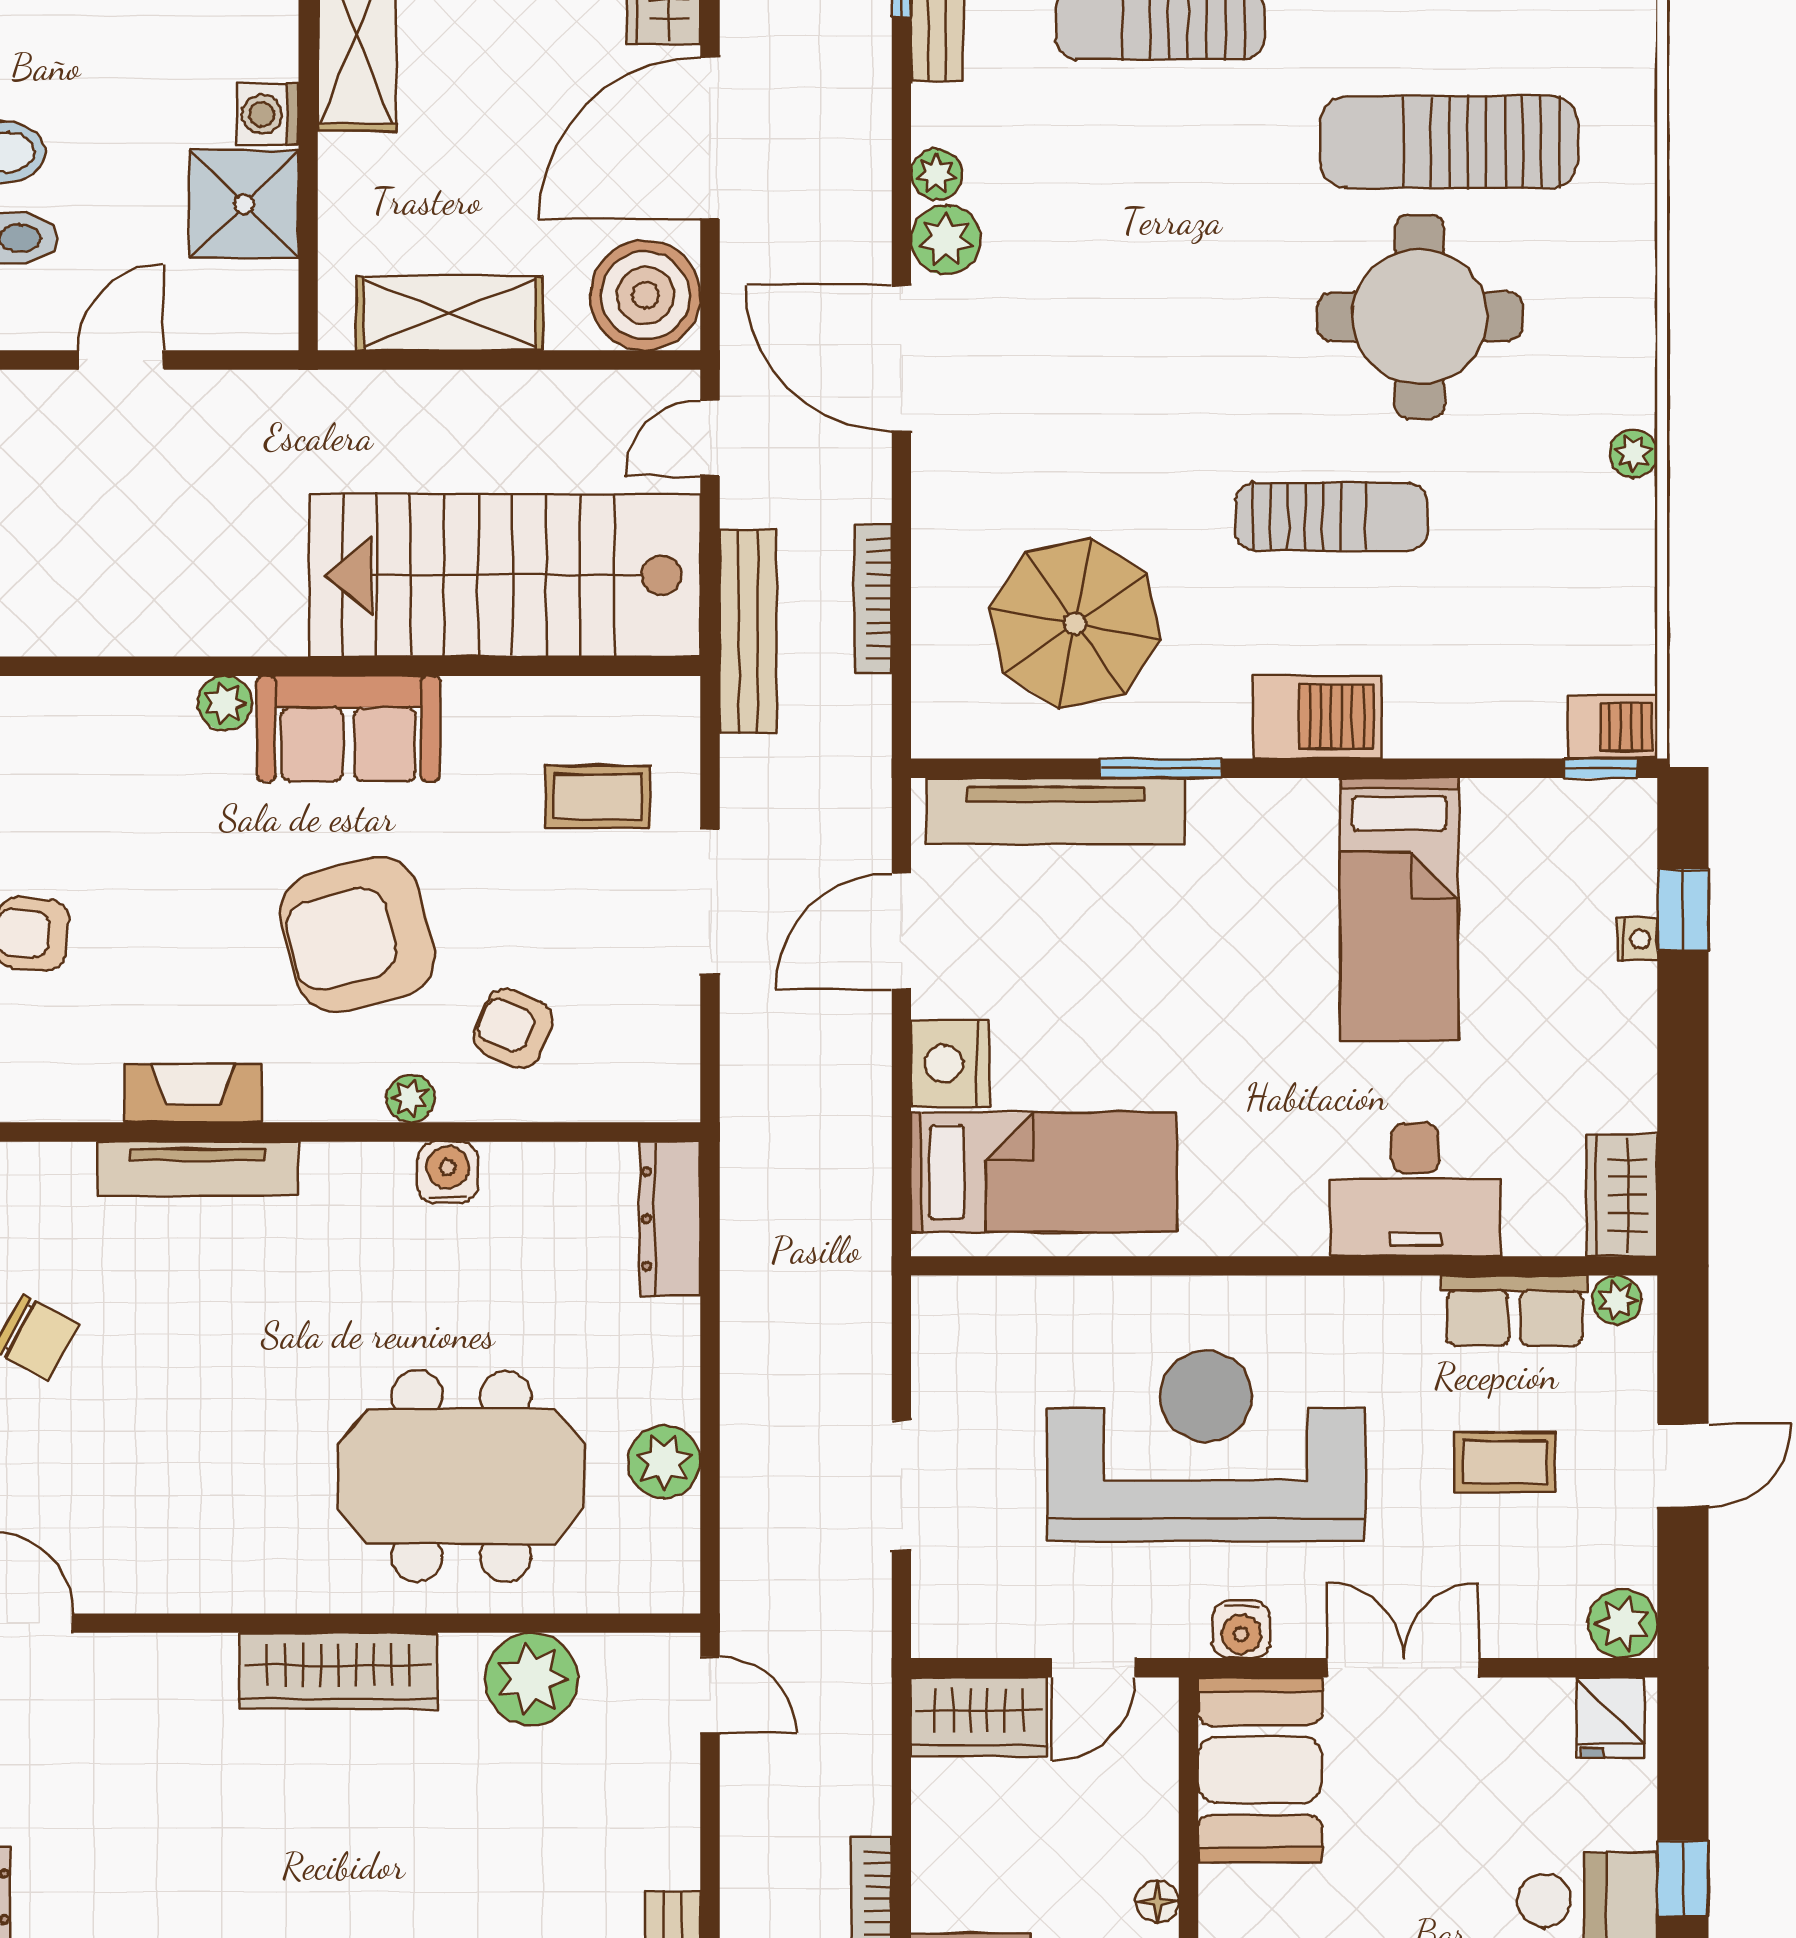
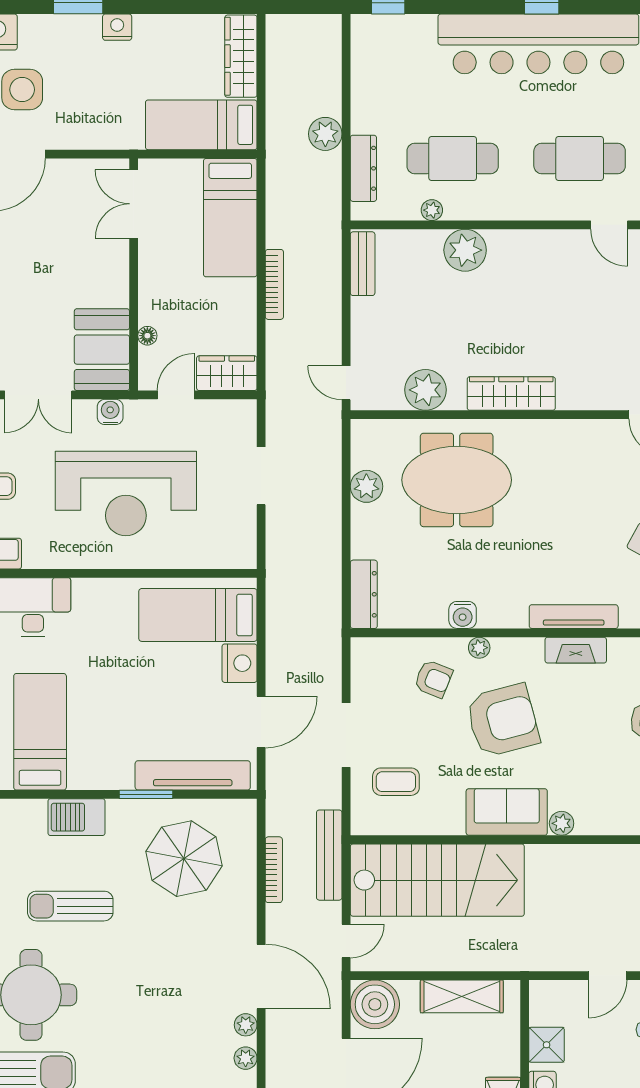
shower: (244, 204) -> (547, 1045), width x0.73, depth x0.73
plant: (946, 240) -> (246, 1025), width x0.73, depth x0.73
floor lamp: (1158, 1902) -> (147, 336), moved

